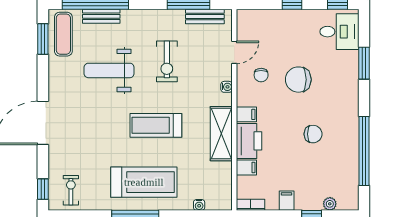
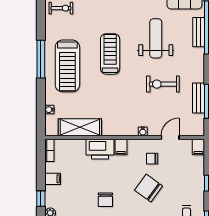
bench: (205, 16) -> (198, 98), moved
door: (234, 52) -> (170, 137), swing flipped
chair: (298, 80) -> (149, 188), turned -54
treadmill: (156, 125) -> (110, 54), moved
shelving: (221, 134) -> (80, 127), moved
filing cabinet: (246, 167) -> (198, 147), moved

